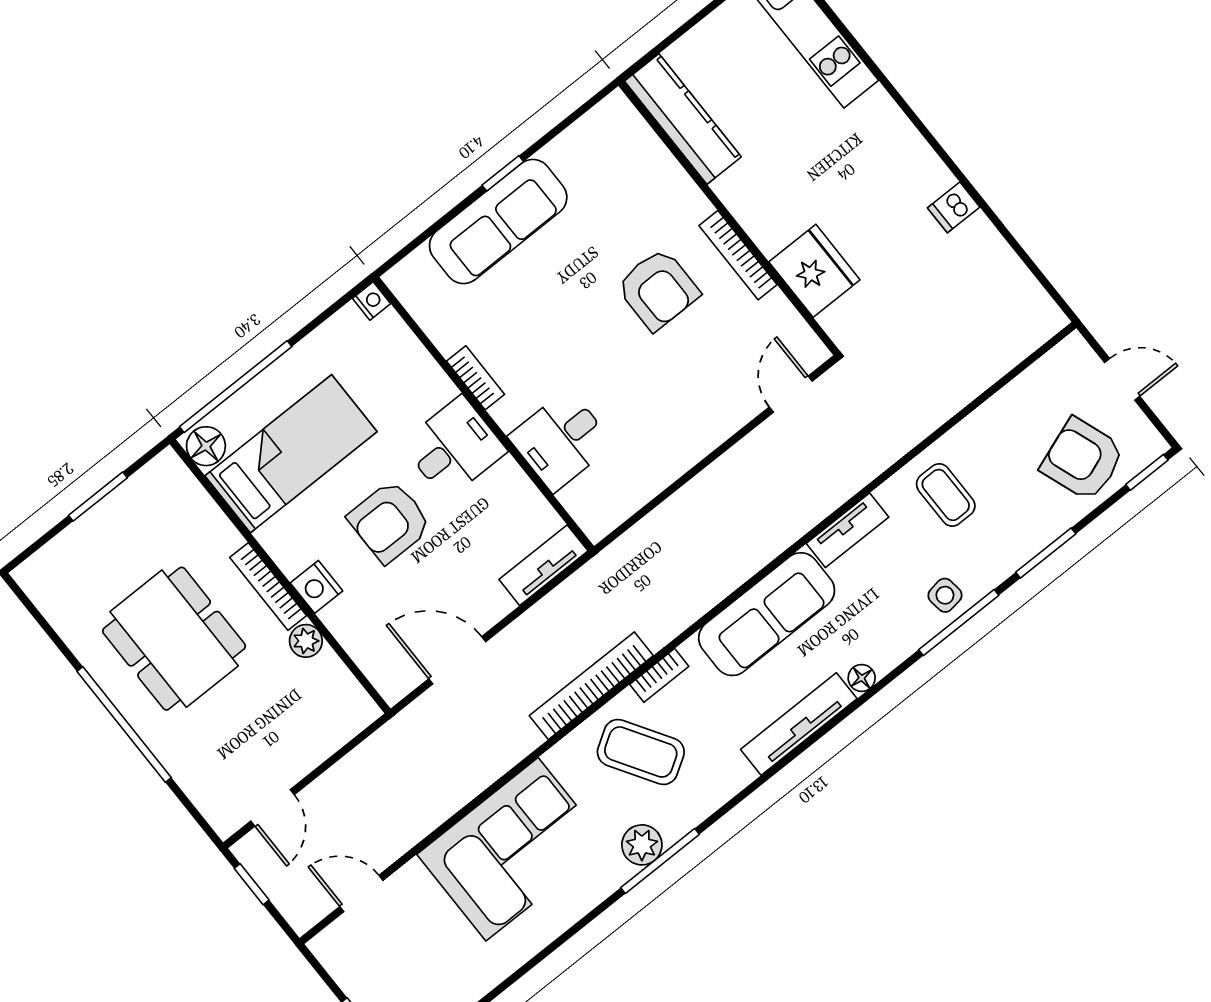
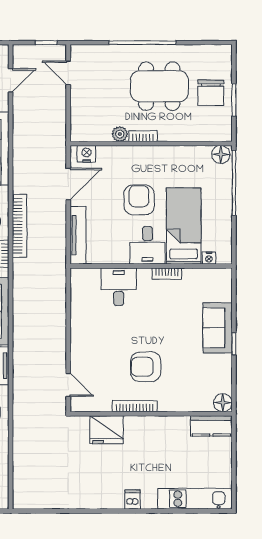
floor lamp: (615, 113) -> (223, 403), added
kitchen counter: (683, 119) -> (211, 426), width x0.67
dishwasher: (954, 207) -> (133, 499), moved
sofa: (498, 222) -> (218, 328), width x0.73
nightstand: (372, 301) -> (209, 258), moved
bed: (291, 454) -> (184, 226), moved, turned 180
chair: (117, 545) -> (211, 93), added
tv unit: (543, 565) -> (78, 235), width x1.41
bookcase: (268, 586) -> (143, 136), width x0.64
nightstand: (317, 587) -> (87, 154), moved

